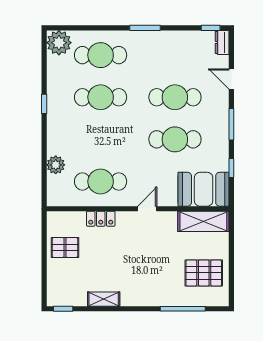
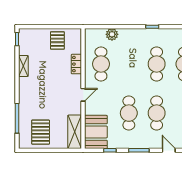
door: (231, 79) -> (169, 150), hinge flipped
door: (147, 209) -> (83, 95), hinge flipped

